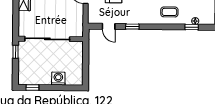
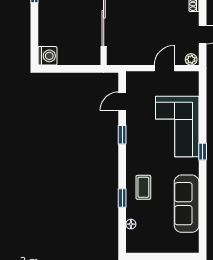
window: (192, 27) -> (122, 198), moved
washing machine: (58, 79) -> (47, 56), moved

